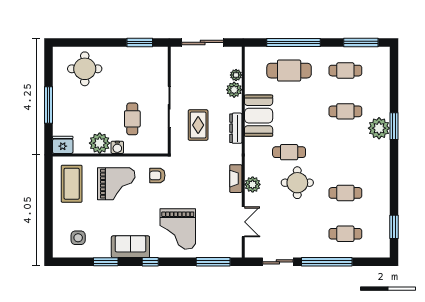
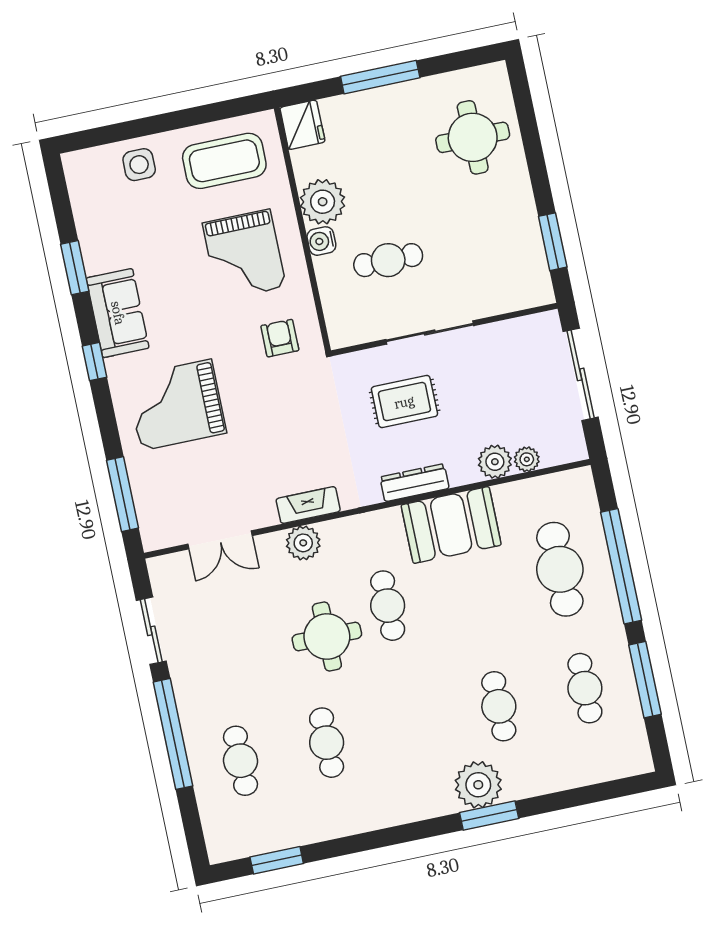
window: (361, 42) -> (645, 680), moved
side table: (78, 238) -> (139, 165), moved

